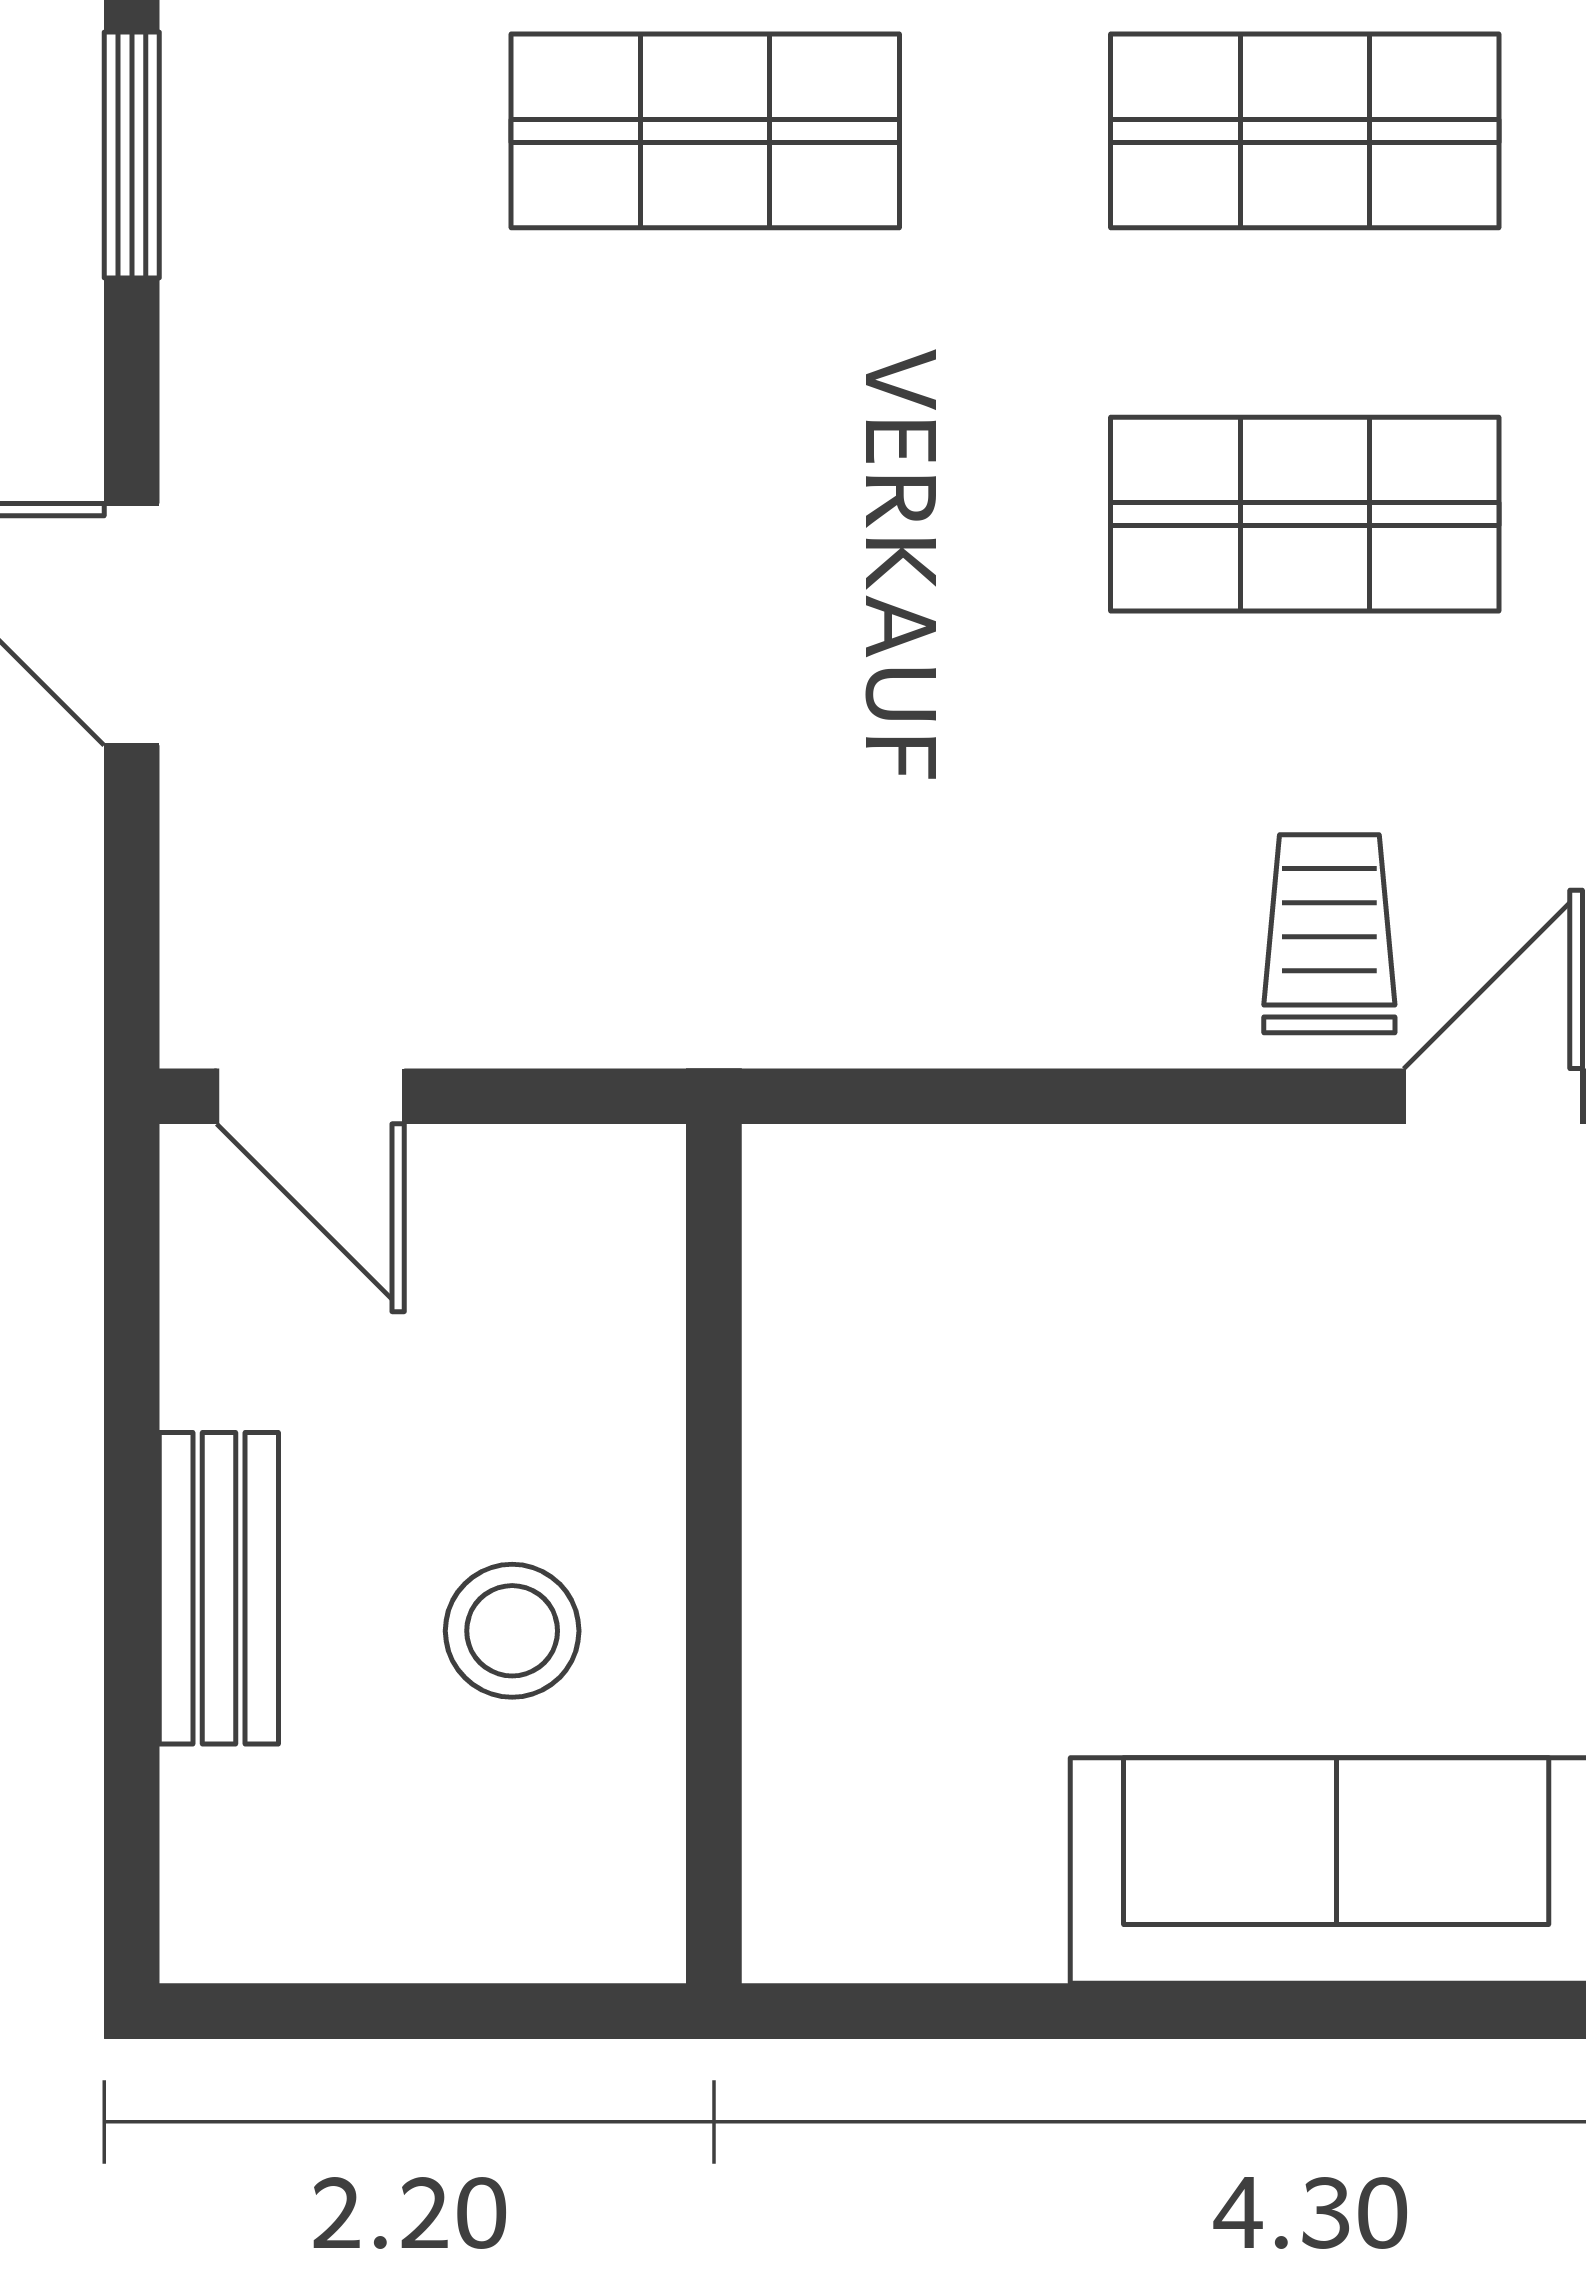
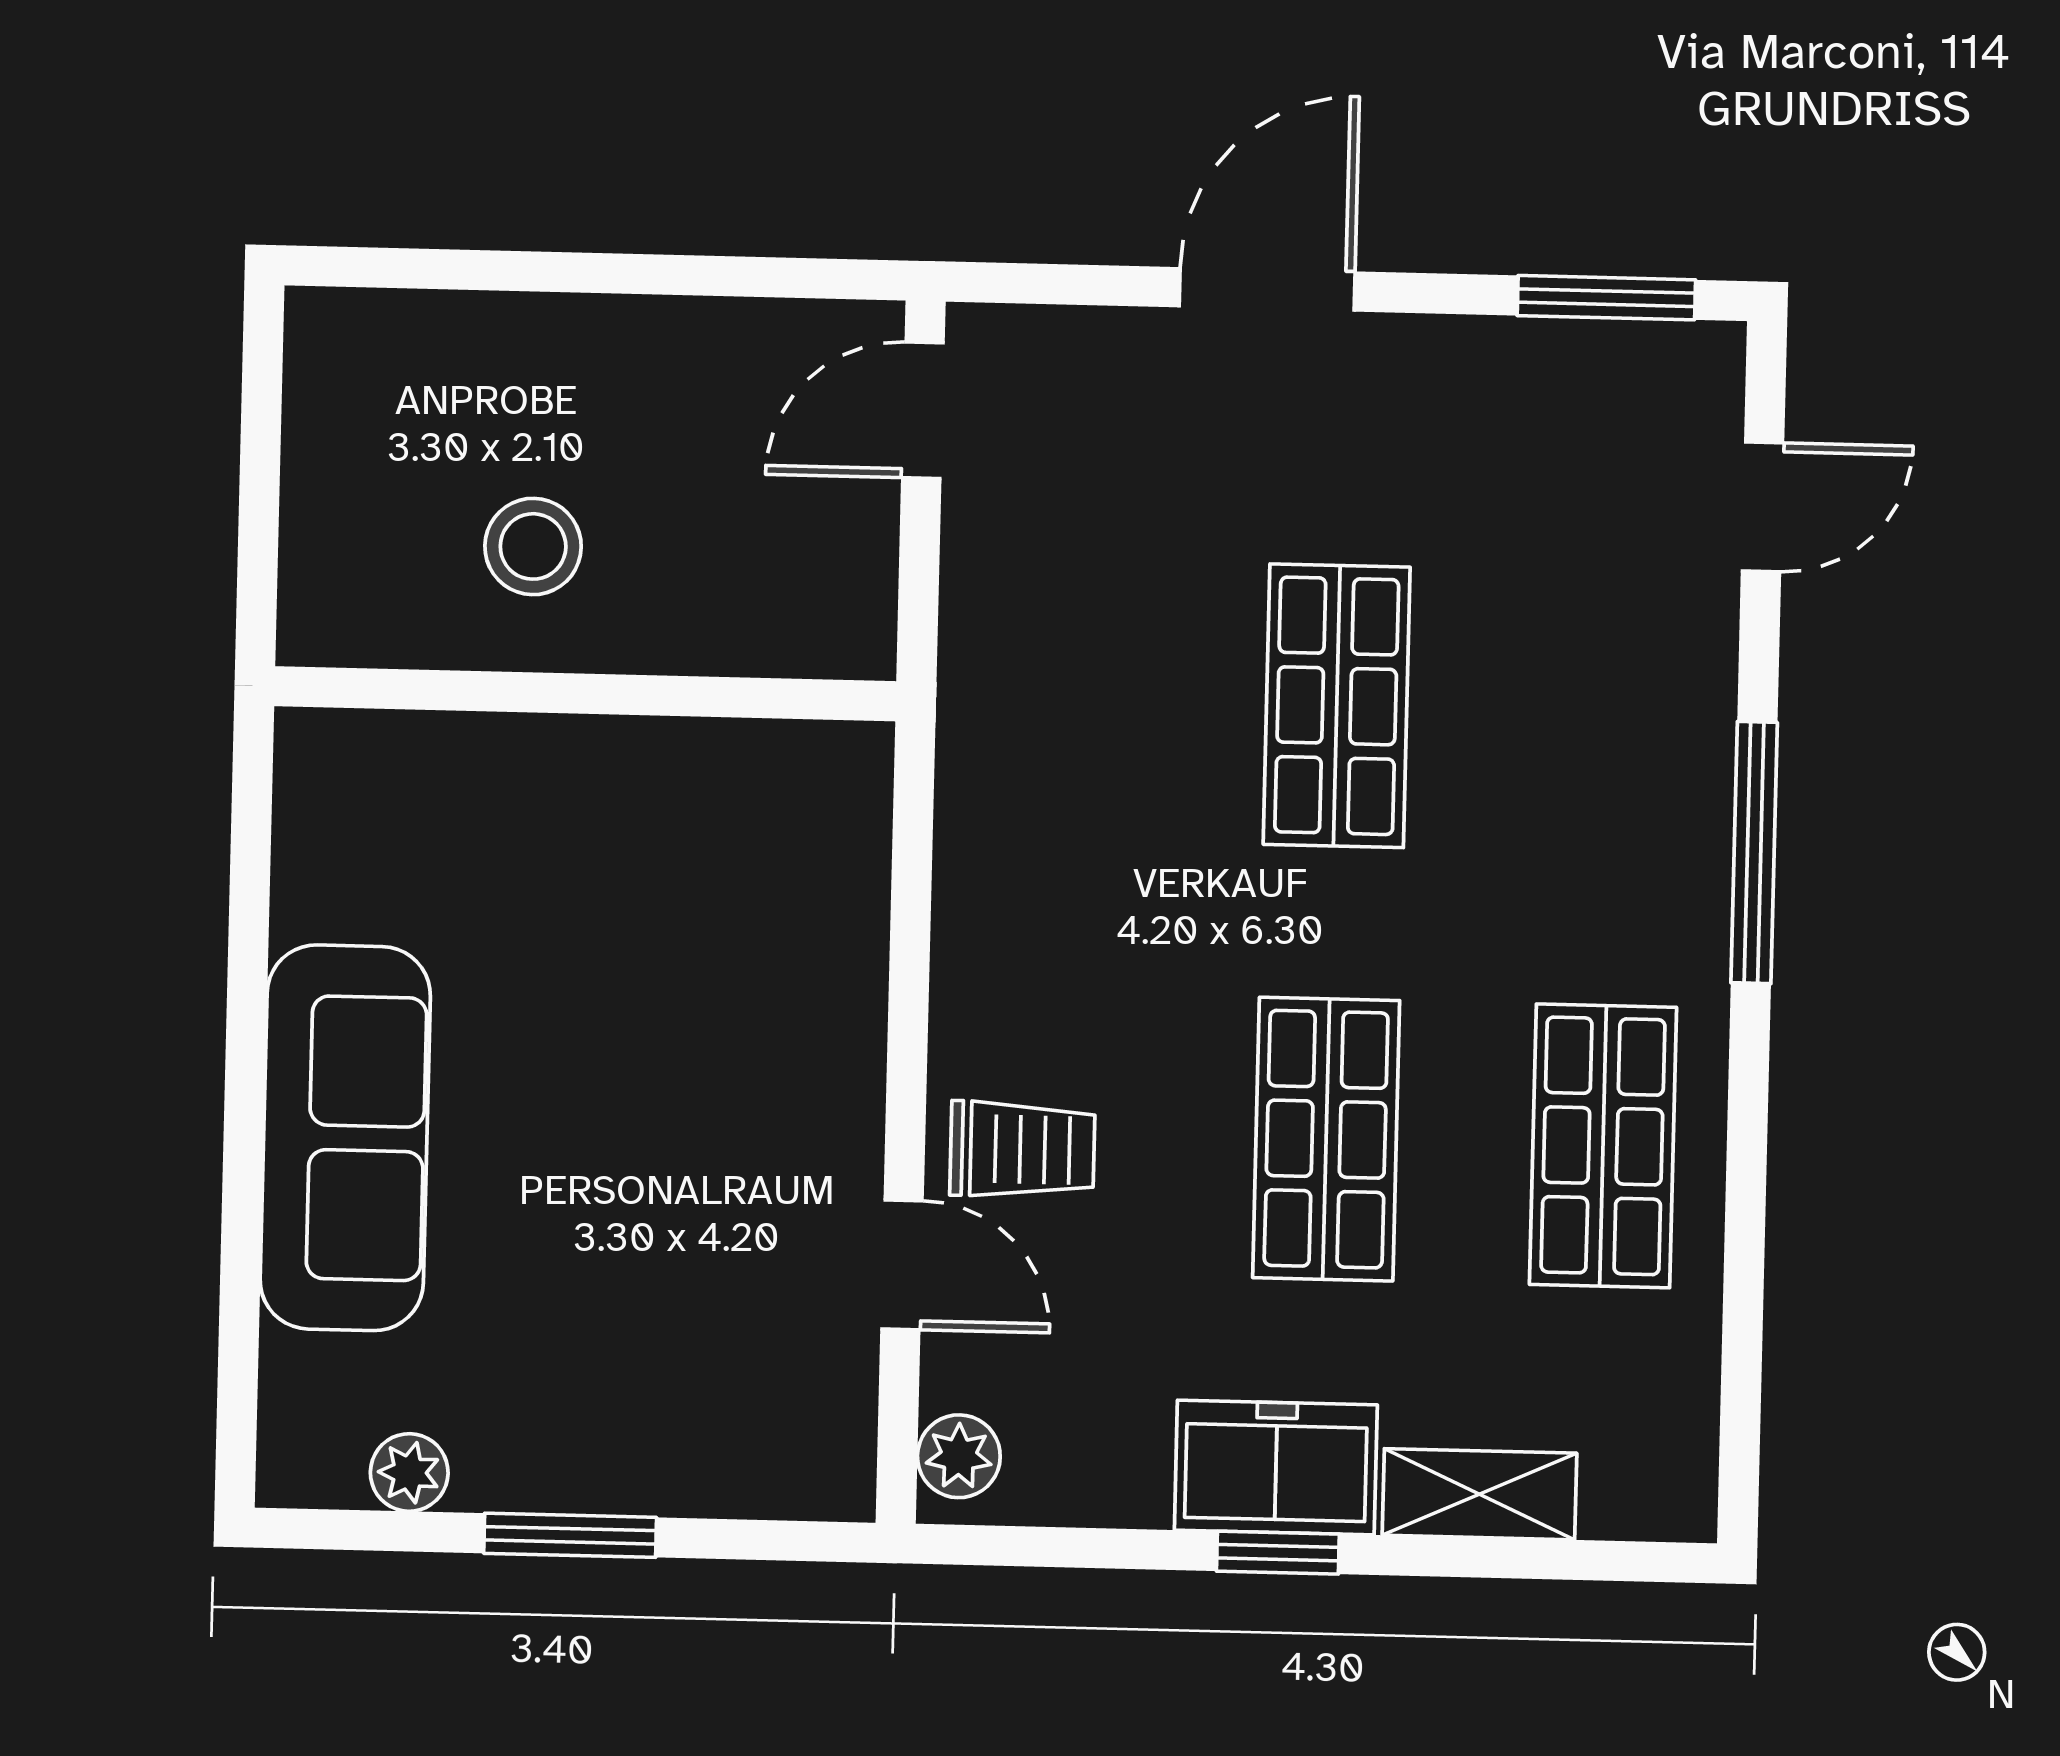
shop shelf: (705, 131) -> (1337, 706), moved
bench: (219, 1588) -> (569, 335), removed

